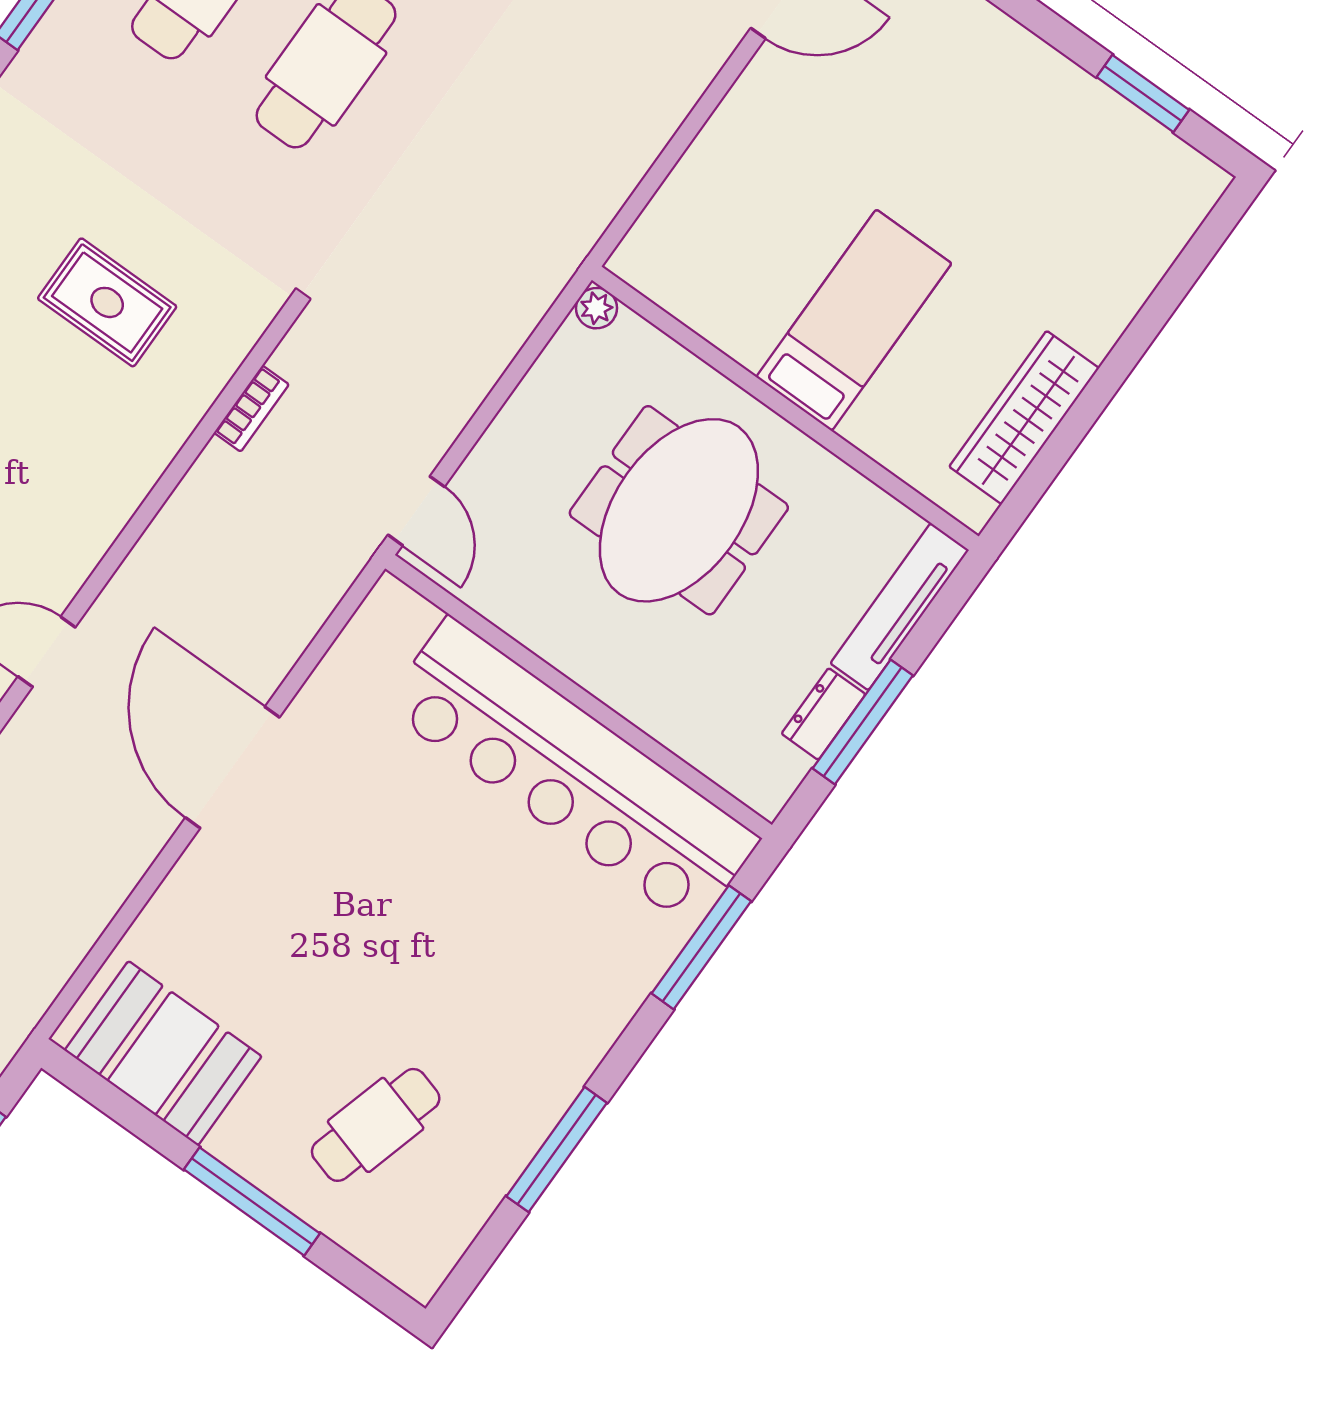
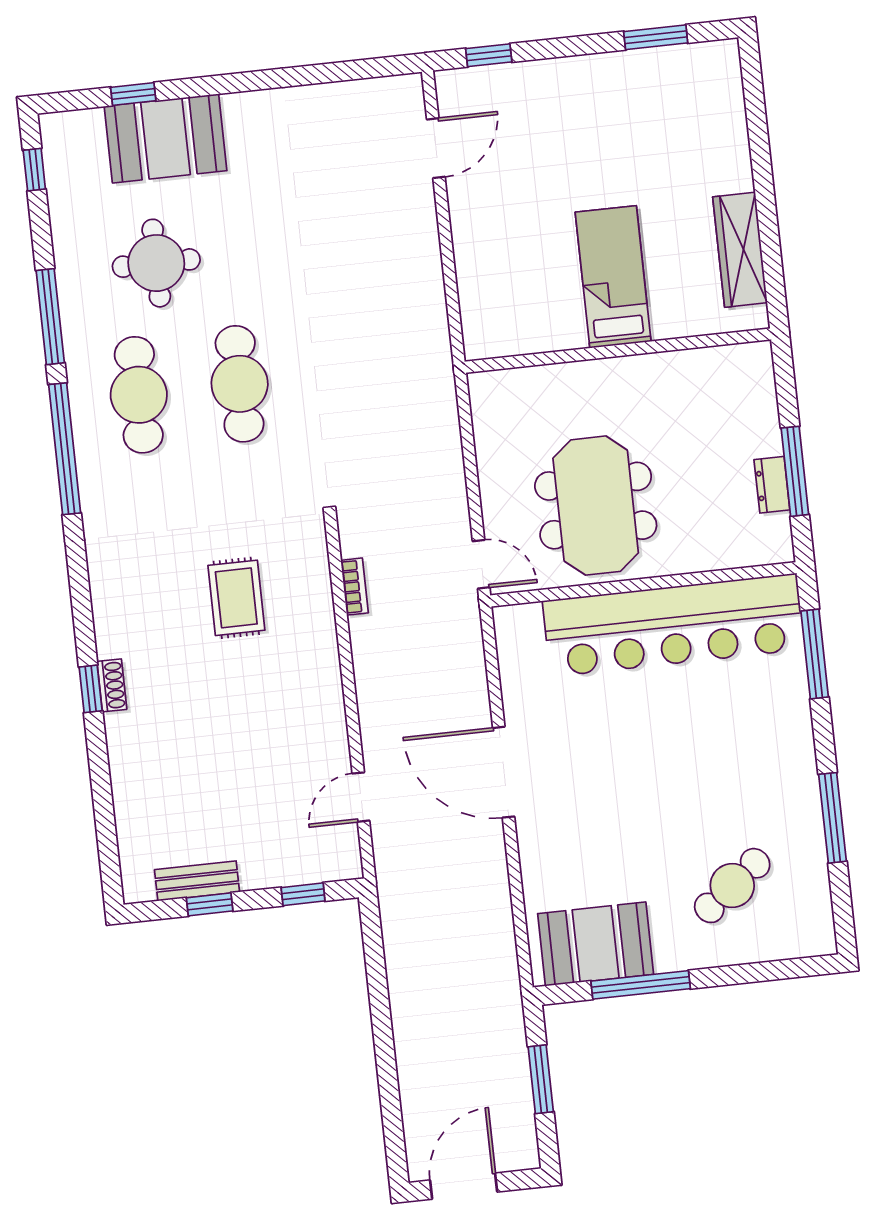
rug: (107, 302) -> (236, 598), turned 90
plant: (596, 308) -> (481, 385), removed
meeting table: (679, 510) -> (596, 506), moved
tv unit: (900, 607) -> (762, 398), removed
cafe table: (376, 1125) -> (732, 886), turned 36
window: (252, 1201) -> (641, 985), moved

